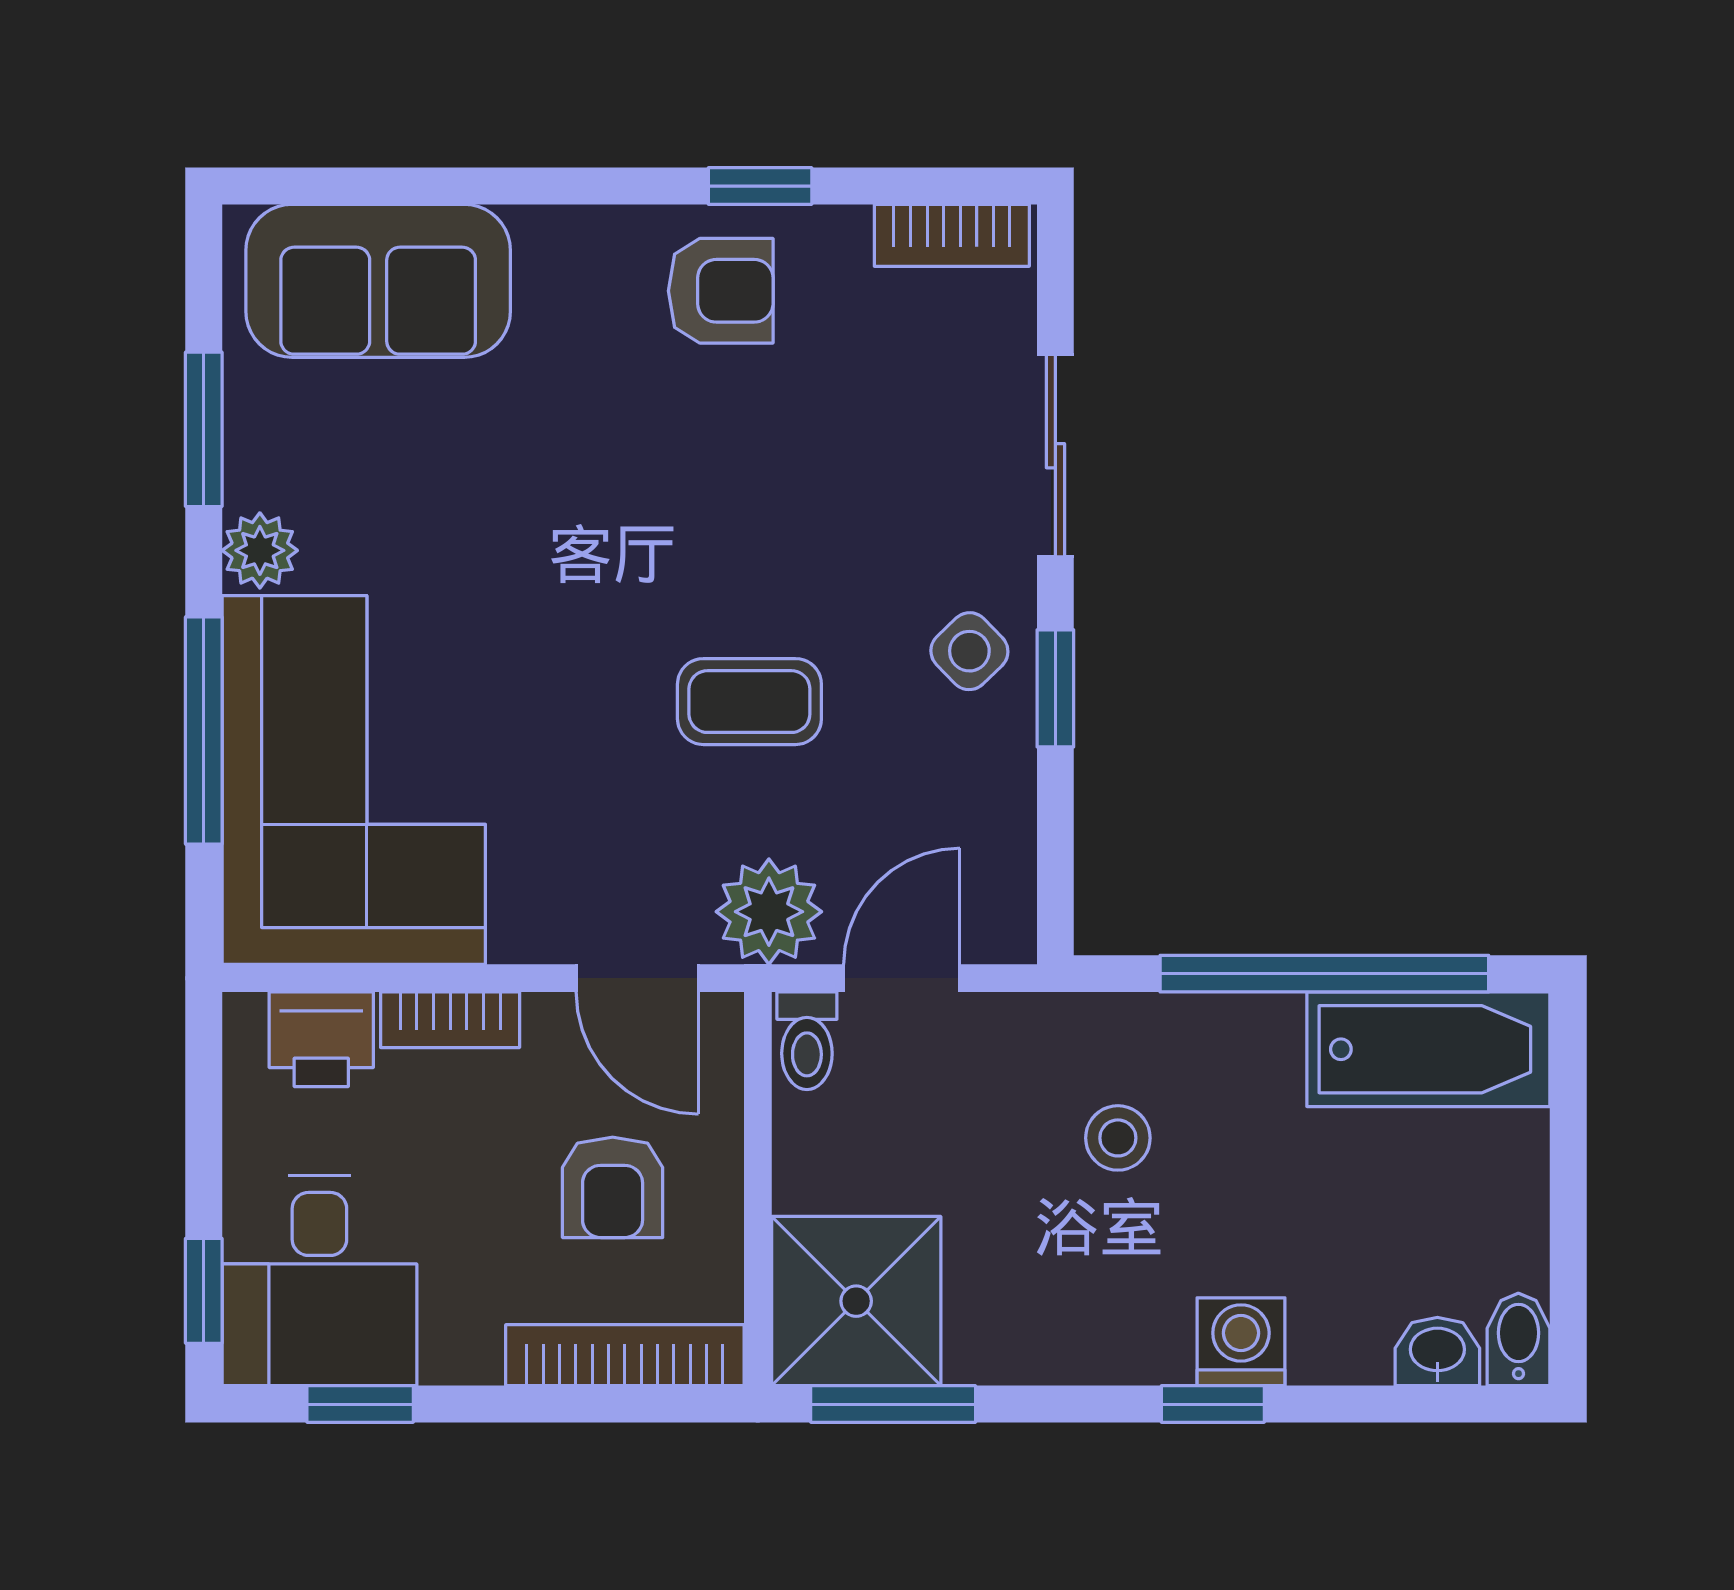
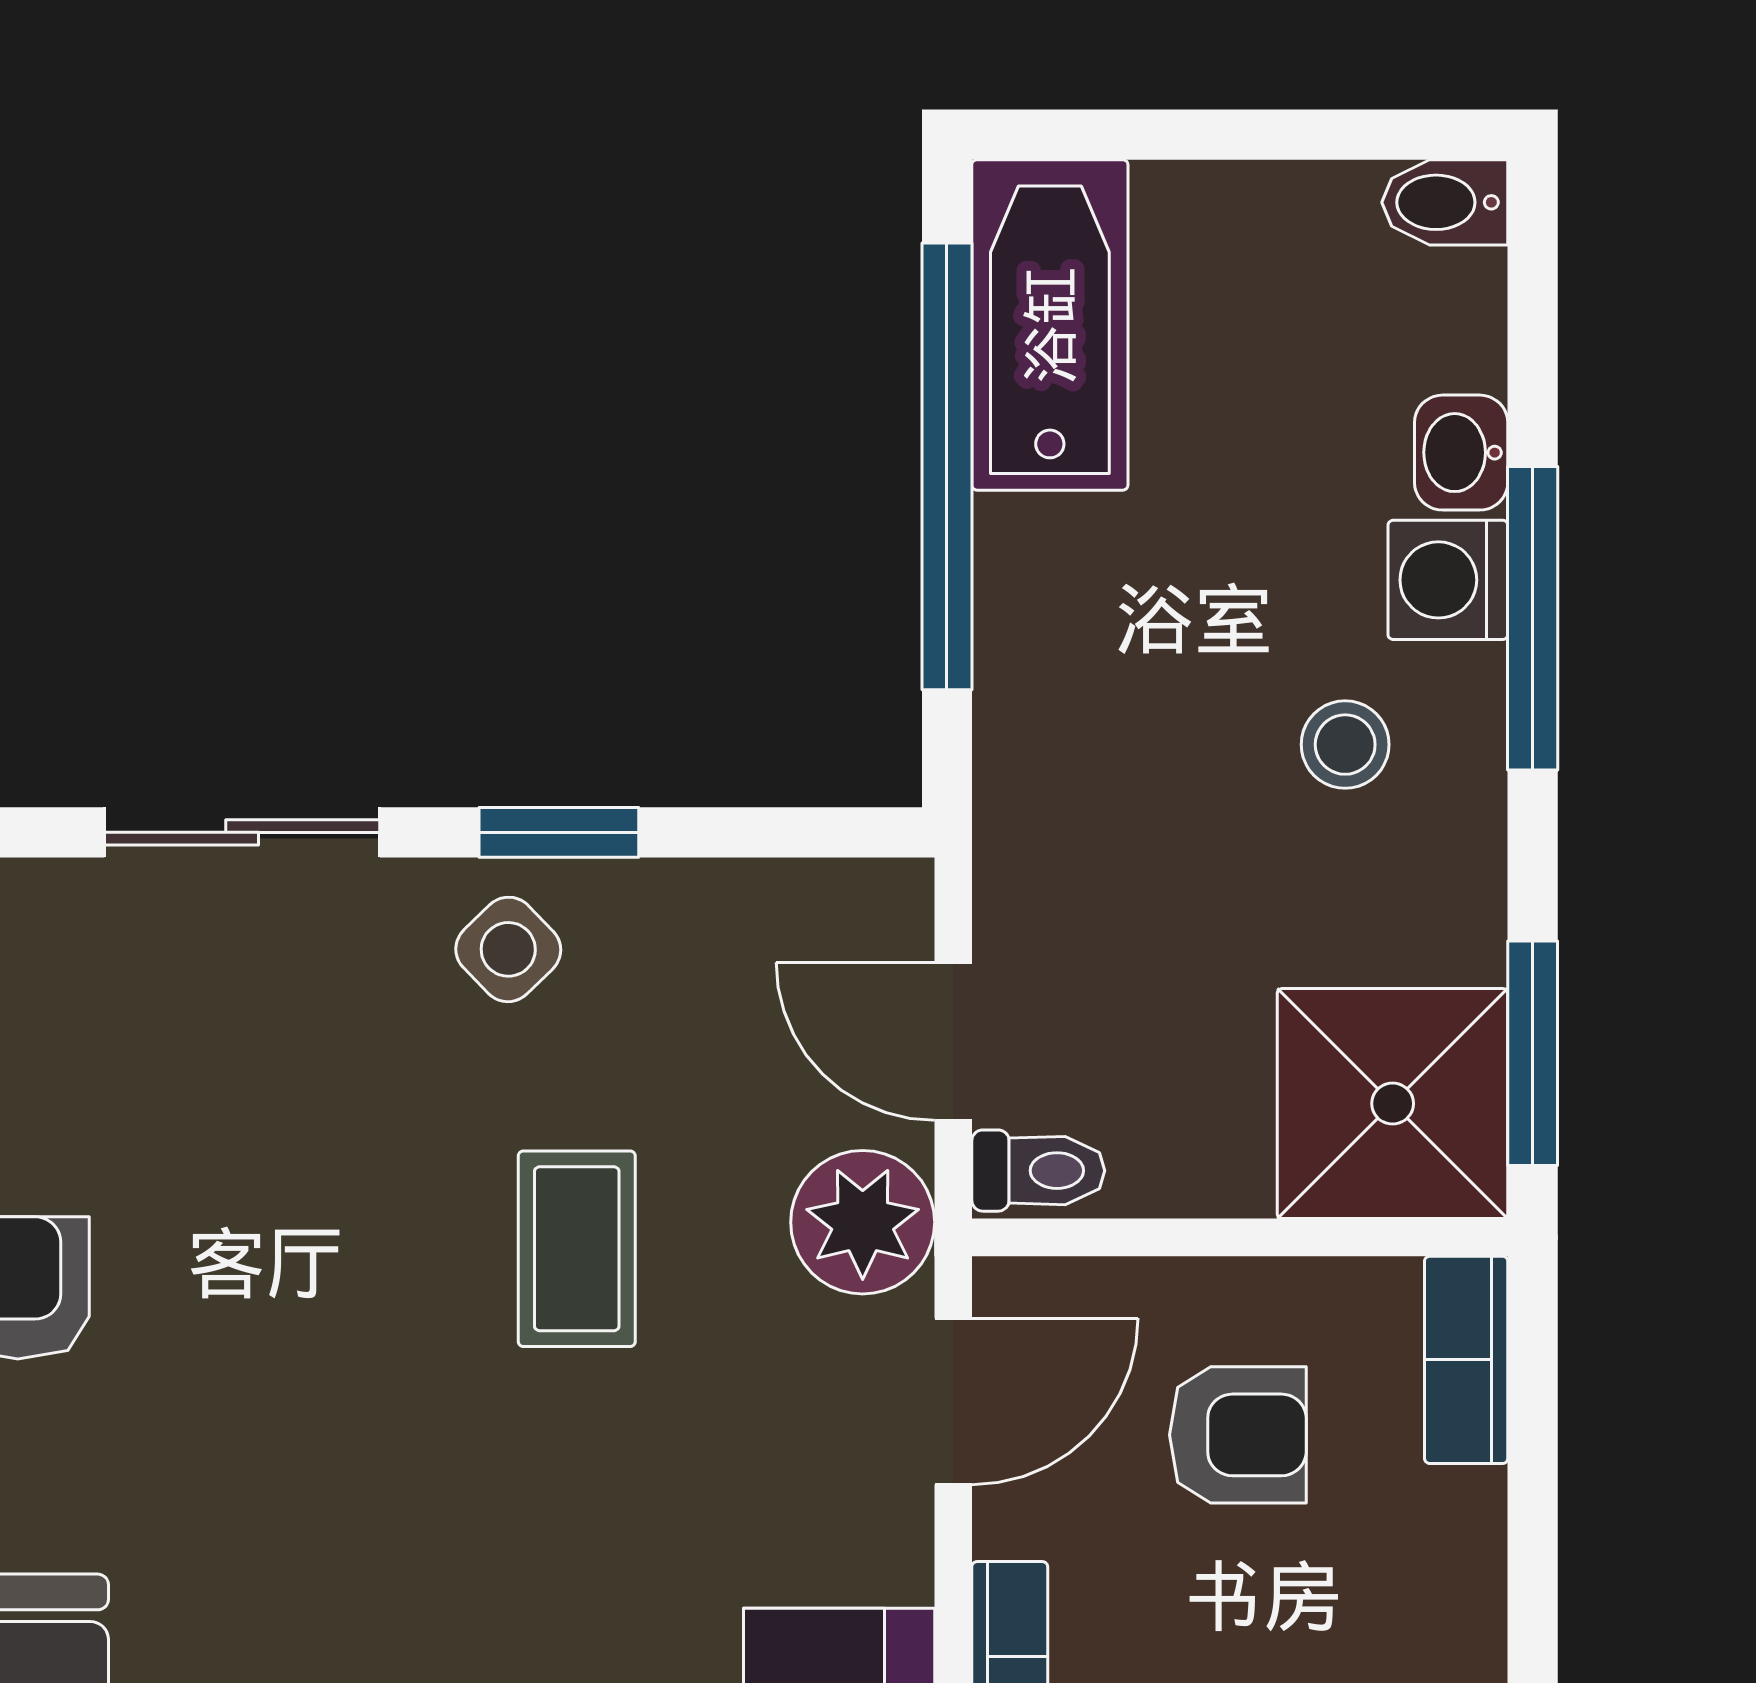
stool: (1118, 1138) -> (1345, 745), moved
washbasin: (1437, 1351) -> (1461, 453), moved
bookcase: (625, 1355) -> (1466, 1360), width x0.64
window: (1213, 1404) -> (1533, 618), width x2.17

